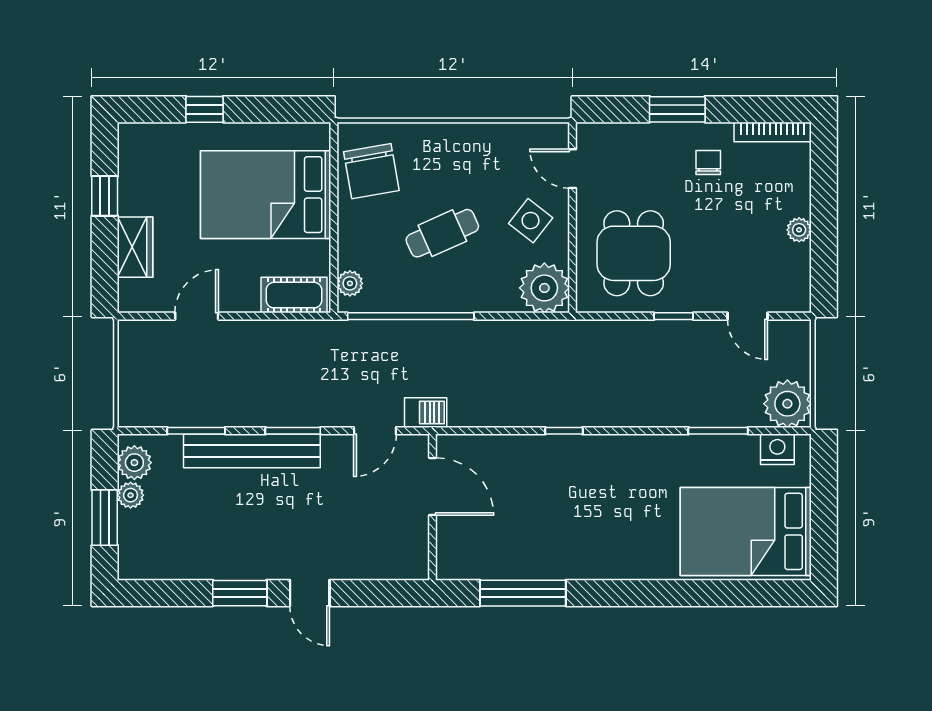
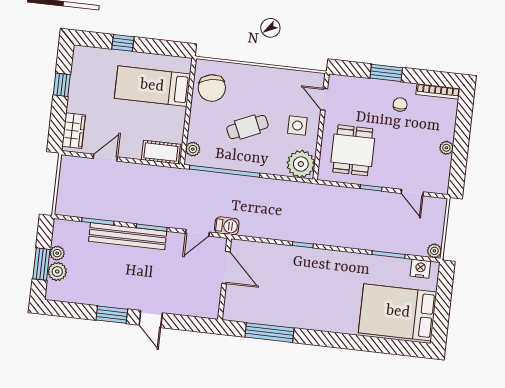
bed: (266, 195) -> (152, 86), width x0.67
side table: (531, 221) -> (297, 126), turned -38
wardrobe: (135, 247) -> (74, 131), moved
plant: (787, 404) -> (434, 251), width x0.53, depth x0.53
plant: (134, 463) -> (57, 272), moved

